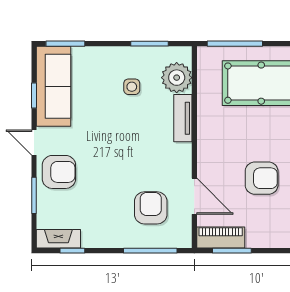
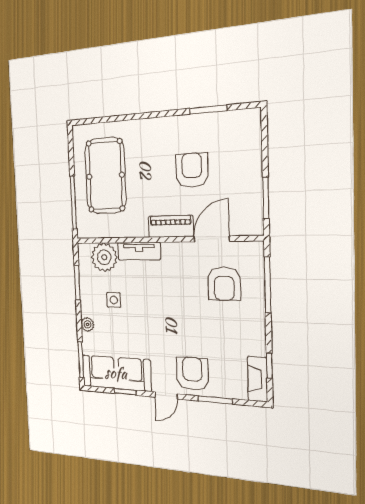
plant: (104, 54) -> (87, 324), added
armchair: (151, 208) -> (224, 284), turned -90
piano: (221, 238) -> (171, 226), moved, turned 90

